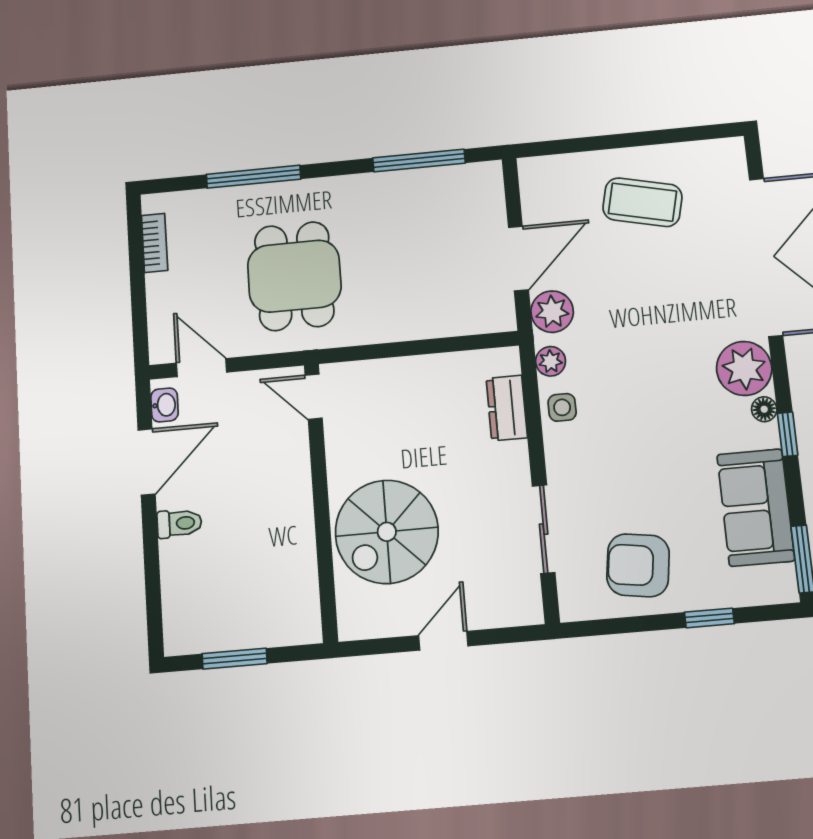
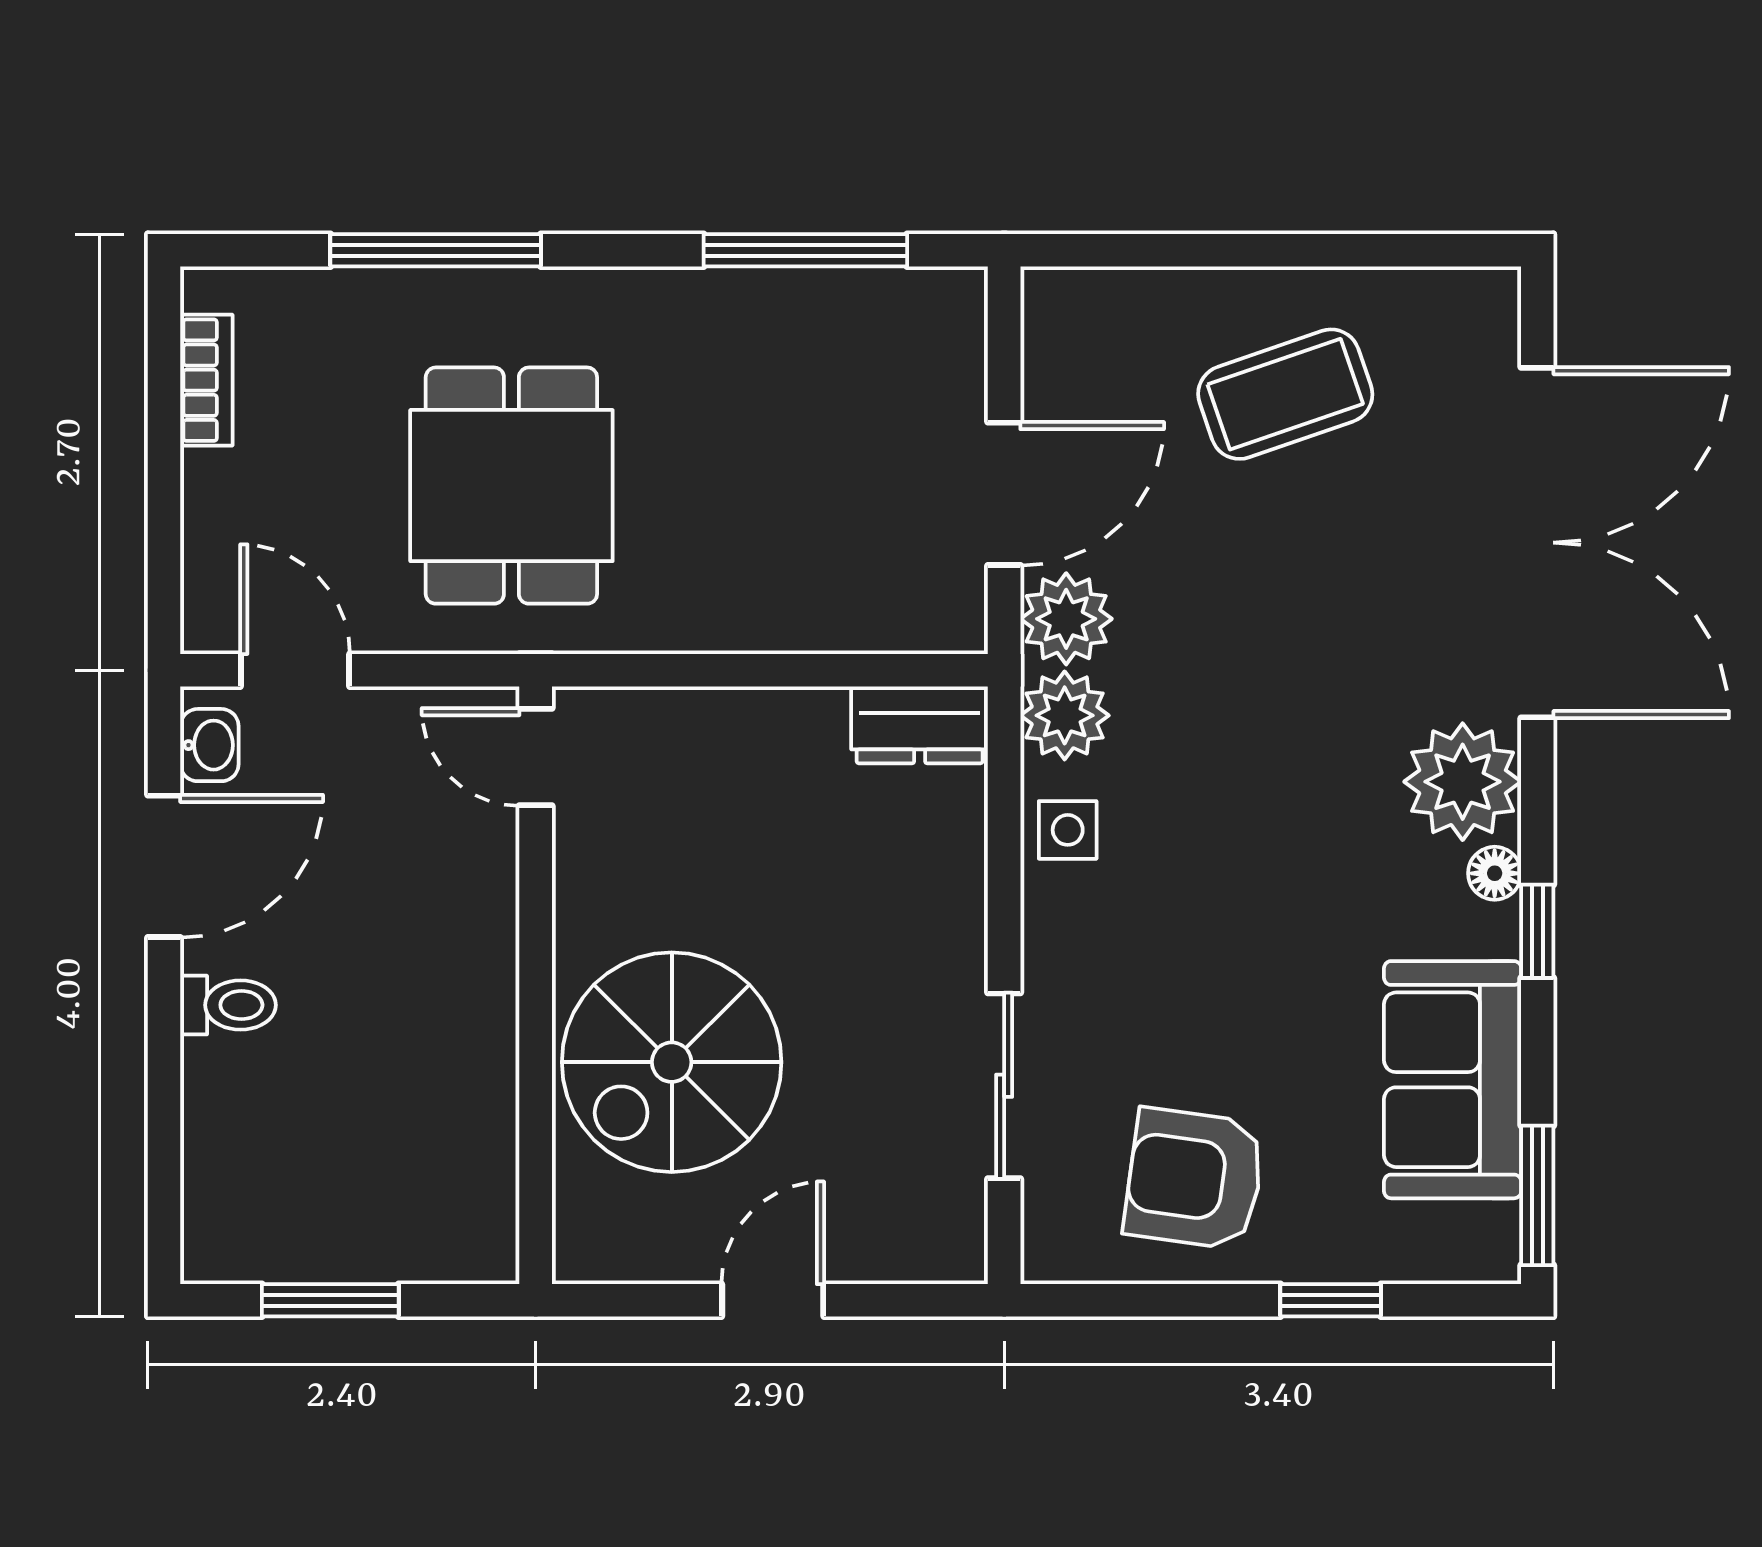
coffee table: (642, 202) -> (1285, 394), turned -32
plant: (551, 361) -> (1065, 715), width x1.38, depth x1.38
dresser: (507, 408) -> (920, 725), moved, turned -90

